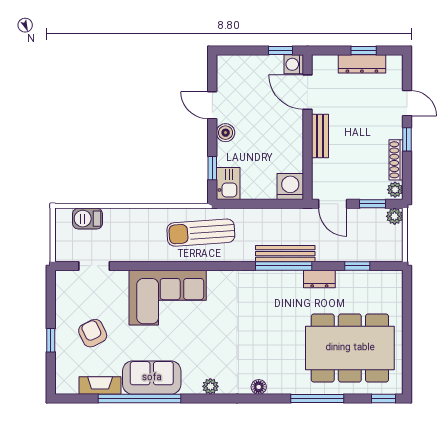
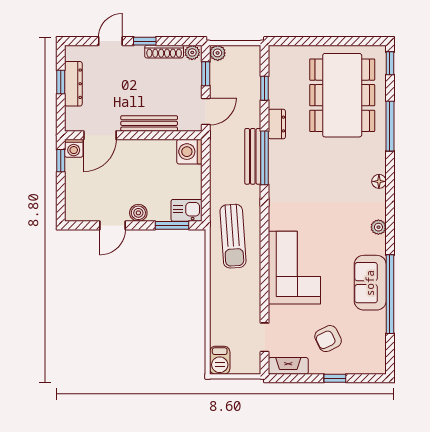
bench: (320, 136) -> (149, 123), width x1.36
window: (212, 168) -> (172, 225), width x1.50
barbecue: (87, 219) -> (220, 360), moved
fireplace: (100, 385) -> (288, 366), moved, turned 90

